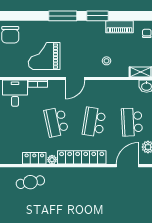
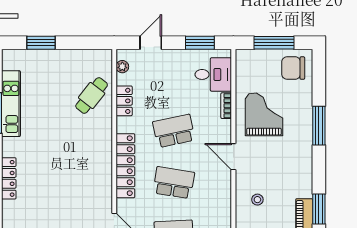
window: (63, 16) -> (319, 126), moved
window: (97, 16) -> (319, 209), moved
plant: (52, 160) -> (122, 67), moved
cafe table: (30, 182) -> (92, 95), turned 48

